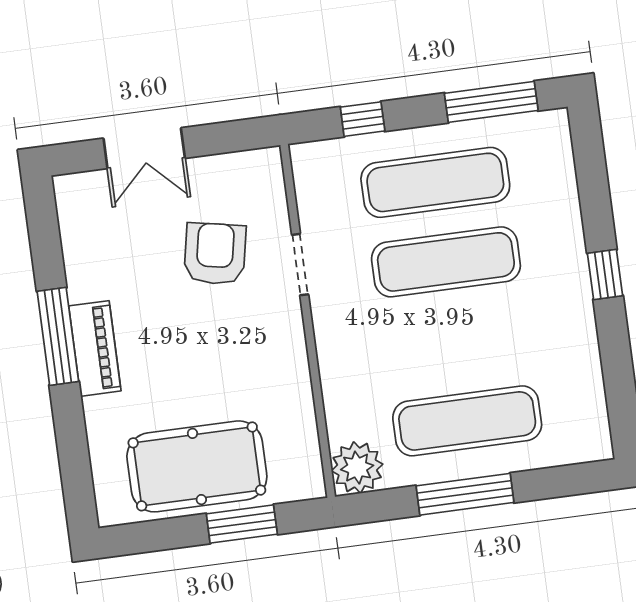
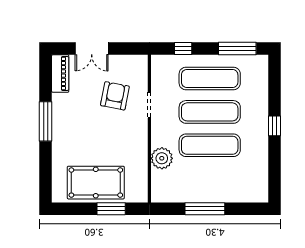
piano: (95, 348) -> (60, 73), moved
exercise mat: (467, 421) -> (210, 145), moved
plant: (357, 468) -> (162, 158), moved

